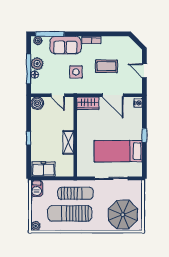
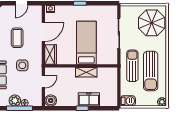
bed: (118, 151) -> (86, 43), moved, turned 180
freezer: (43, 169) -> (89, 99), moved, turned 90

